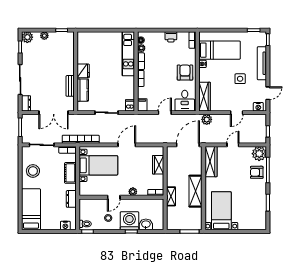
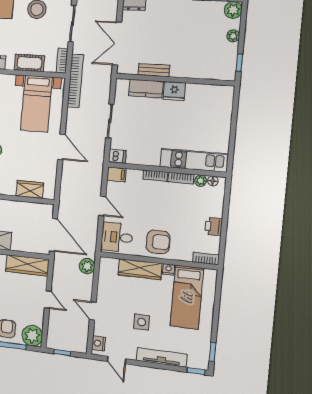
wardrobe: (205, 97) -> (140, 269), moved

